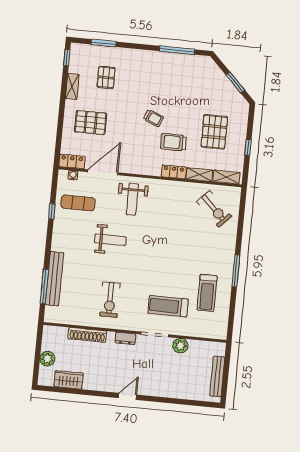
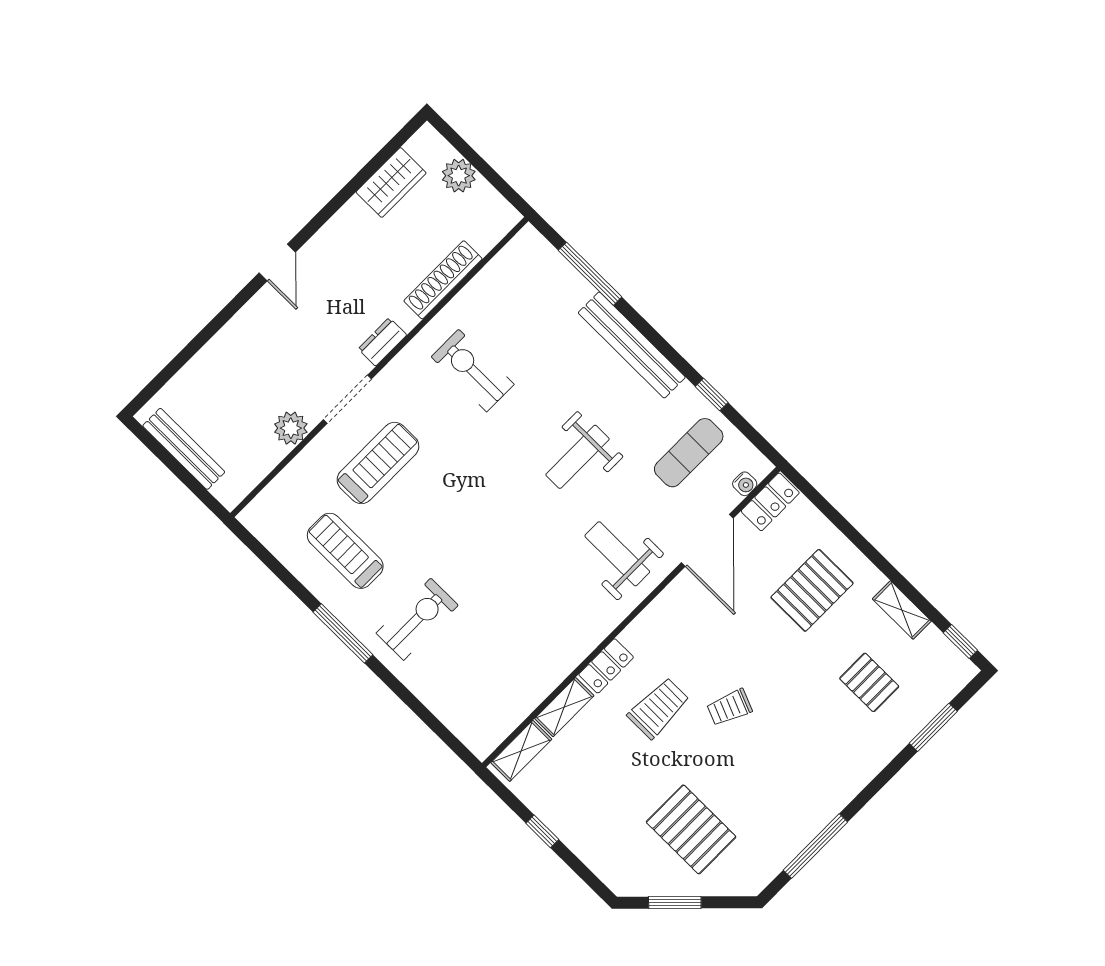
pallet: (214, 132) -> (691, 829), moved
exercise bike: (214, 209) -> (417, 619), moved, turned 136
bench: (54, 279) -> (632, 345), moved

